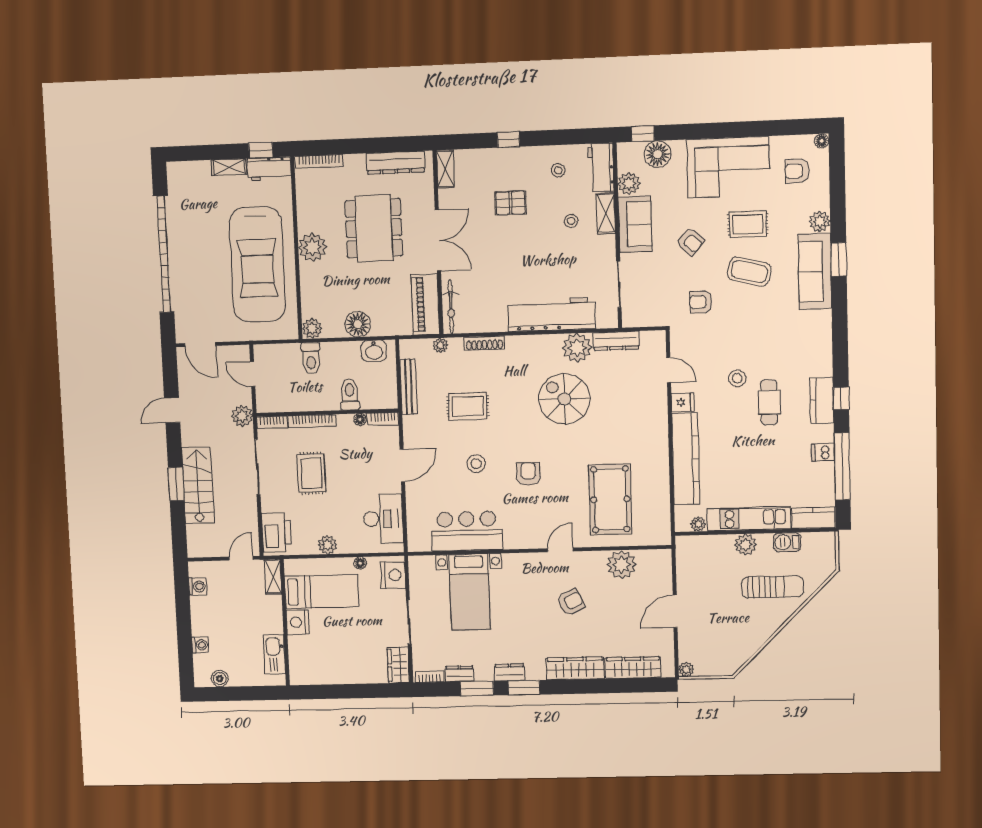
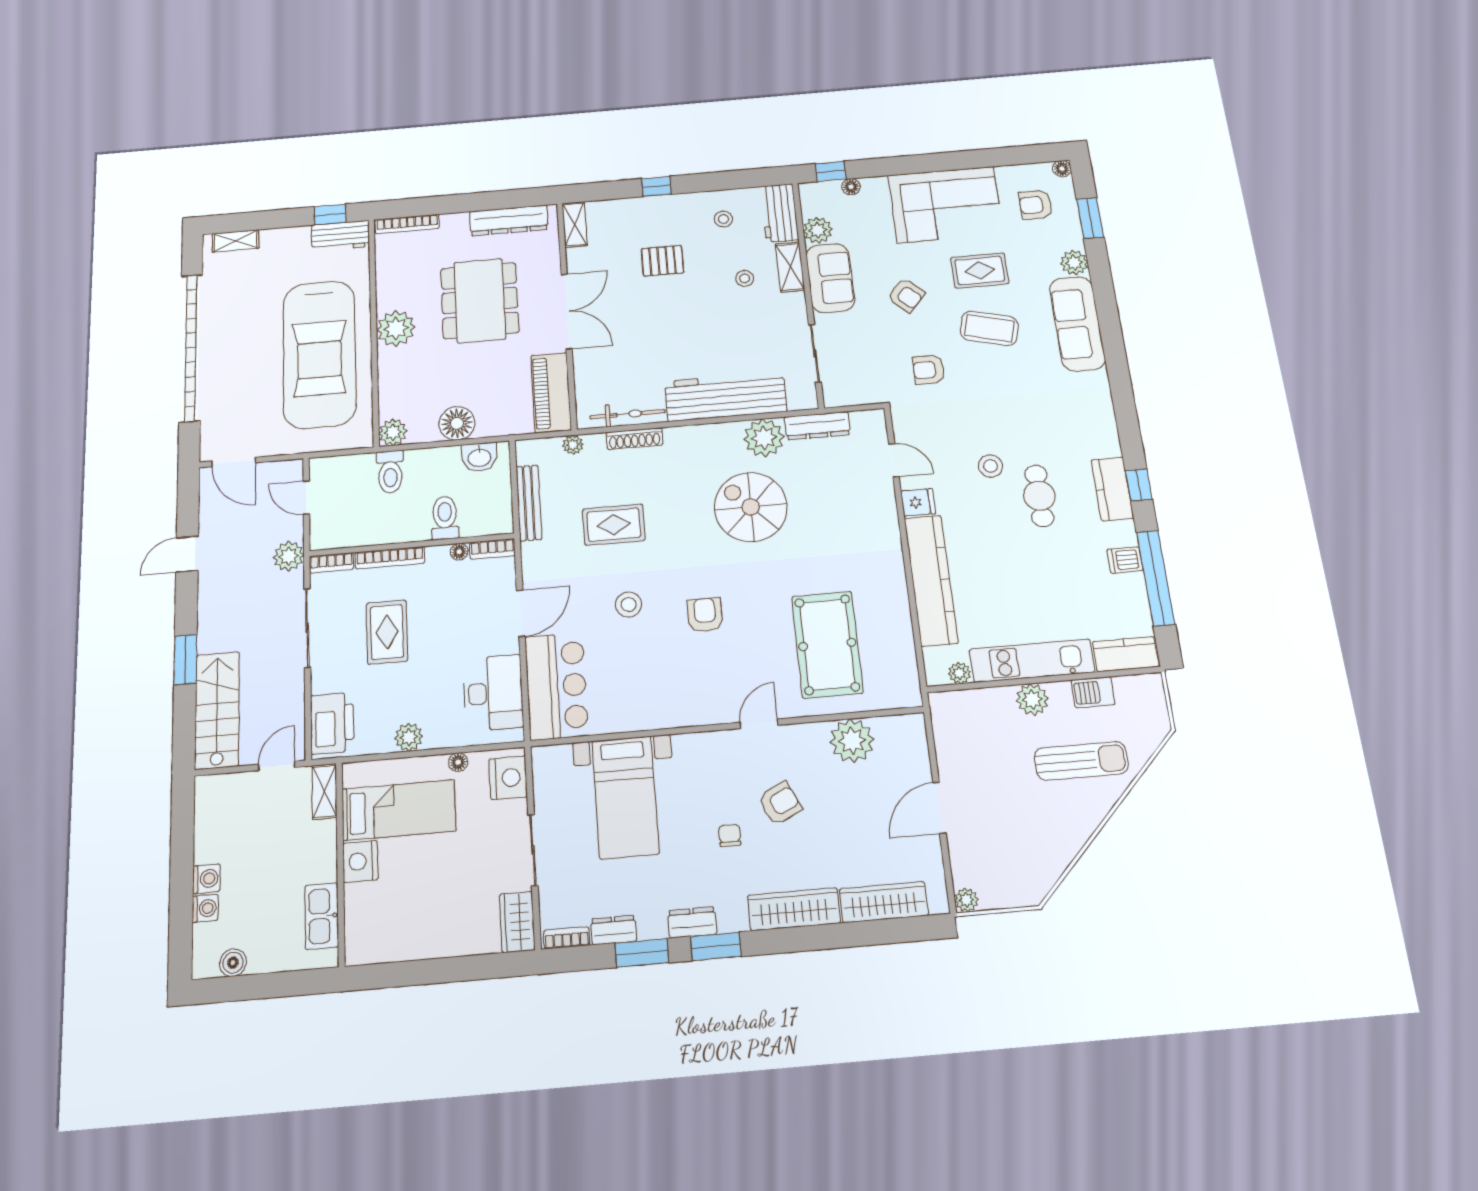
floor lamp: (658, 154) -> (851, 187), width x0.53, depth x0.53
shelving: (229, 167) -> (235, 241), moved
window: (839, 260) -> (1090, 218), moved
bicycle: (451, 307) -> (628, 414), moved, turned -90
stairs: (198, 485) -> (217, 710), moved
bar counter: (467, 531) -> (556, 686), moved, turned 90
washing machine: (198, 587) -> (206, 879), moved
chair: (537, 620) -> (730, 835), added

